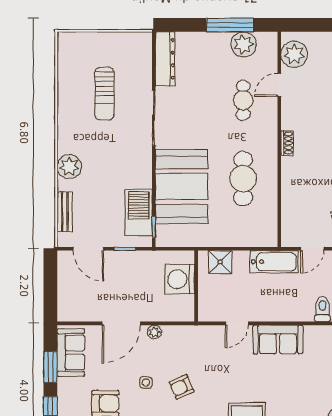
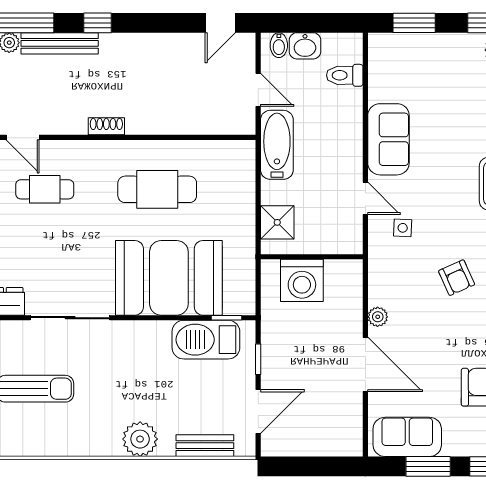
side table: (146, 382) -> (403, 228), moved

